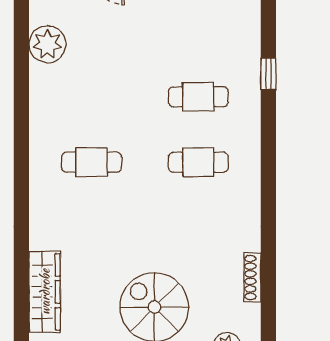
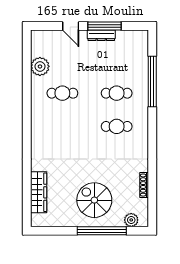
window: (268, 74) -> (152, 82), width x3.17
cafe table: (92, 162) -> (62, 93), moved

